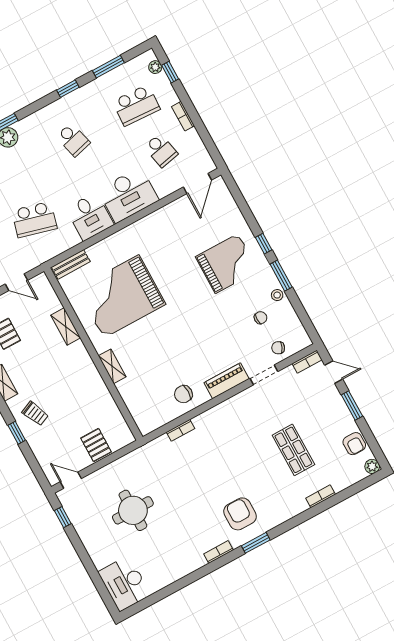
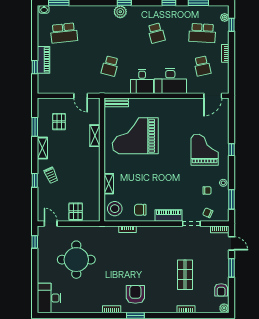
school desk: (34, 219) -> (110, 66), width x0.54
grand piano: (227, 264) -> (205, 150), turned -90
window: (281, 276) -> (231, 199), moved
shelving: (112, 366) -> (109, 184), moved
stool: (148, 412) -> (115, 209), added
round table: (133, 510) -> (76, 260), width x1.36, depth x1.36

